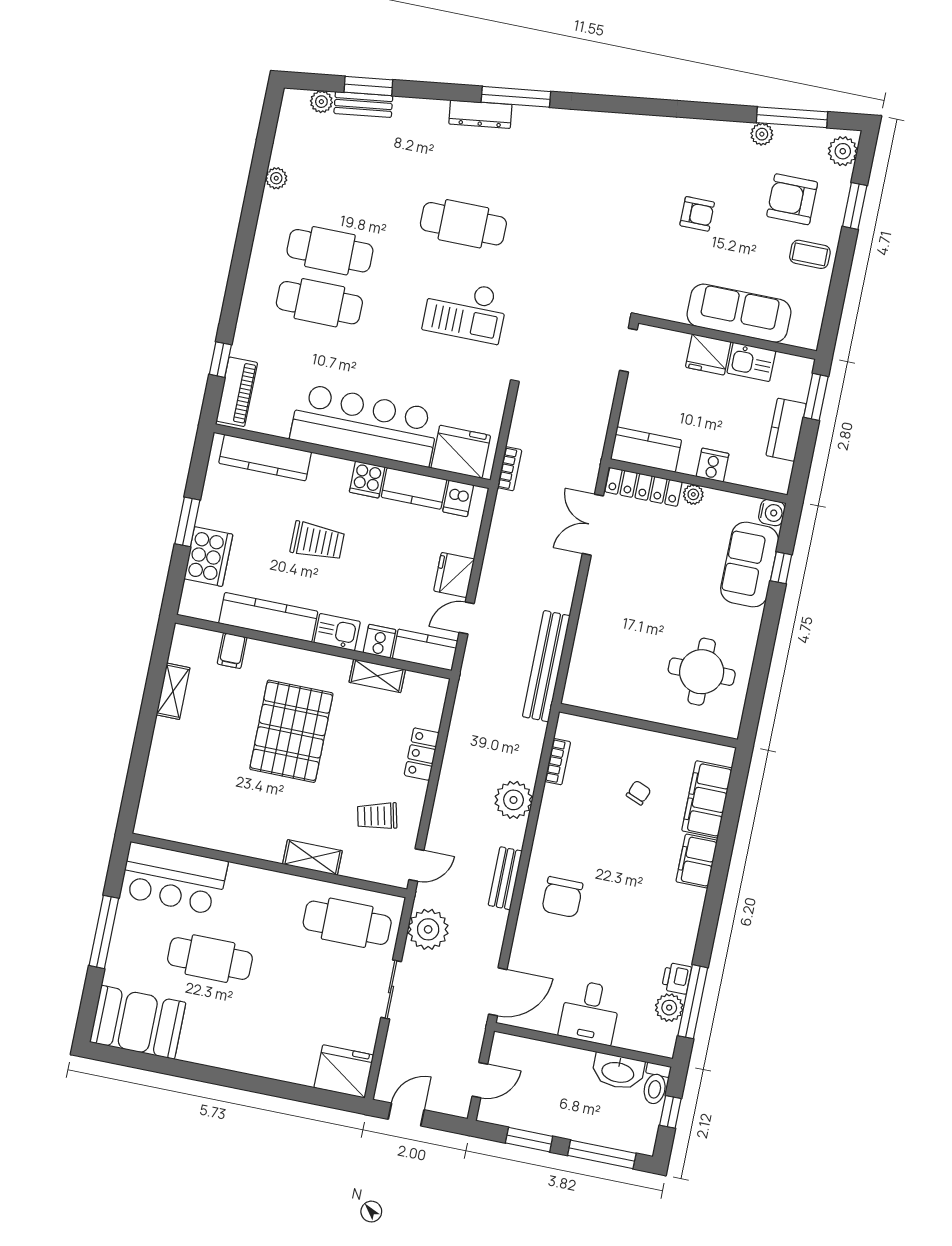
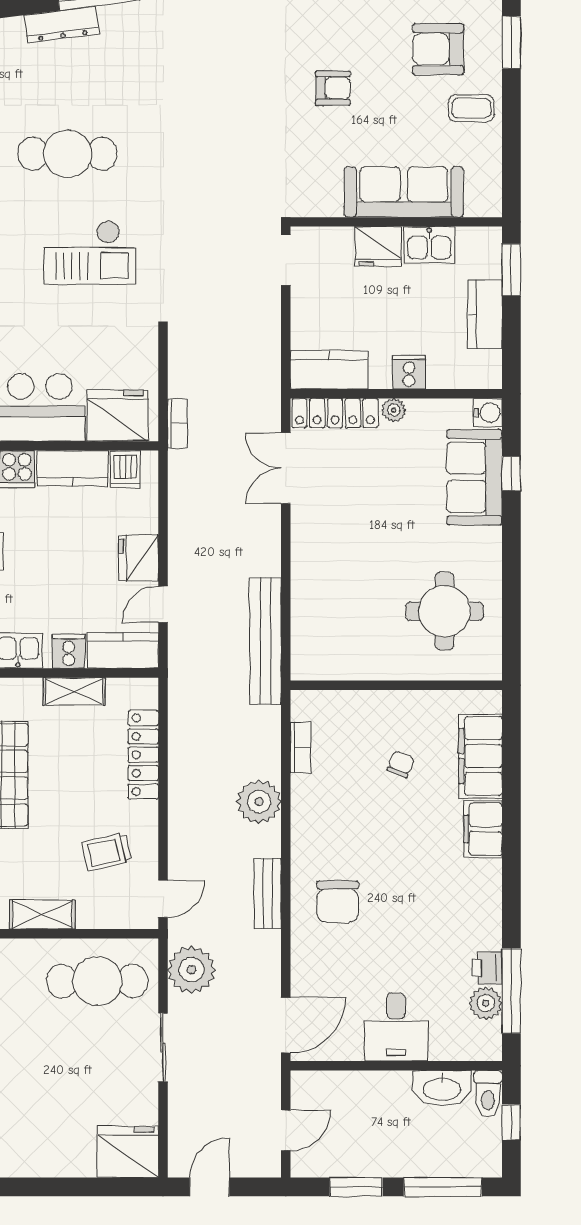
locker: (422, 754) -> (143, 755), width x1.53

